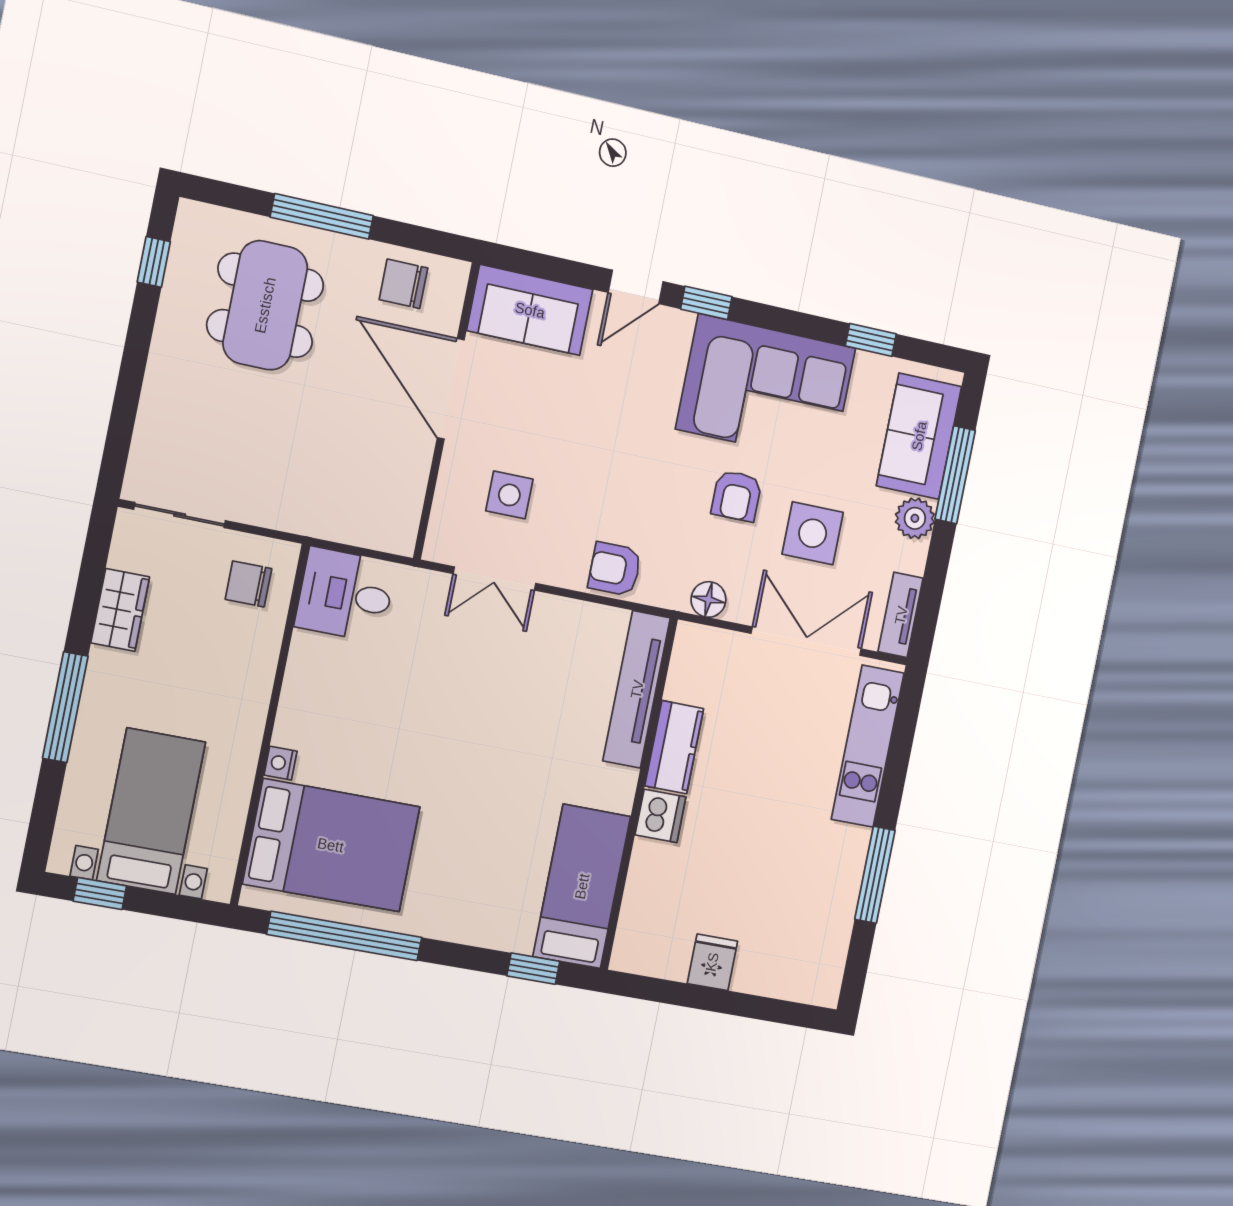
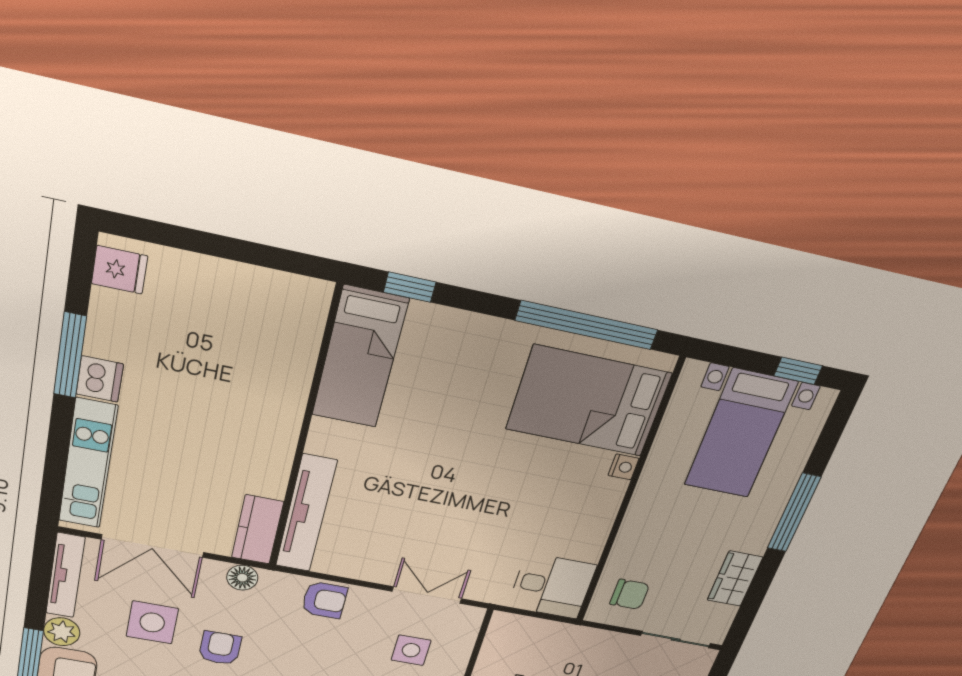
tv unit: (901, 615) -> (65, 575), width x1.41
kitchen counter: (674, 747) -> (257, 530), moved
dishwasher: (660, 816) -> (100, 379), moved, turned 180
fridge: (712, 962) -> (120, 270), moved, turned -90

